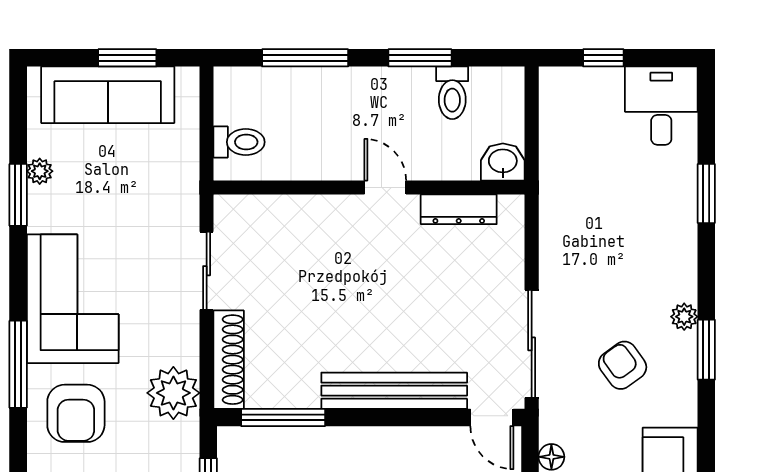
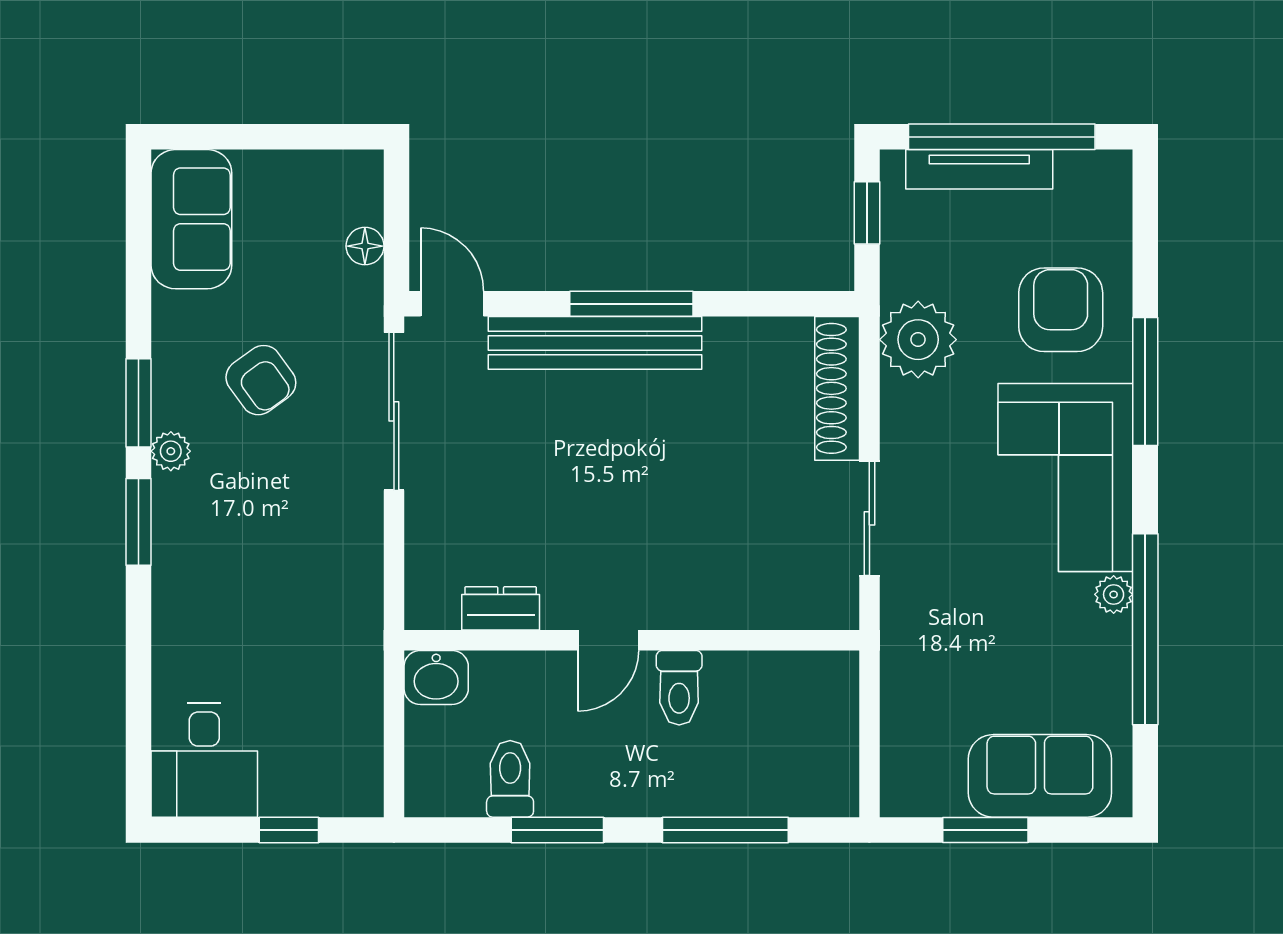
sofa: (108, 95) -> (1040, 776), width x0.73
toilet: (239, 142) -> (679, 688), moved, turned -90
plant: (40, 171) -> (1114, 594), moved
door: (385, 187) -> (608, 640), hinge flipped
window: (706, 194) -> (138, 522), moved
window: (18, 195) -> (1145, 629), width x2.11
dresser: (459, 209) -> (501, 608), width x0.70
window: (283, 417) -> (631, 304), moved

